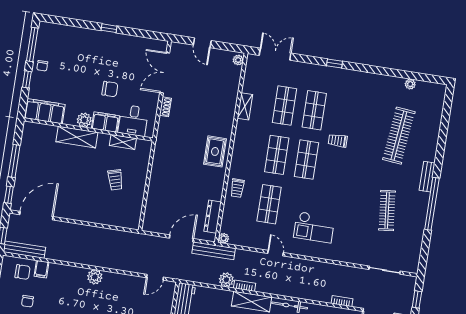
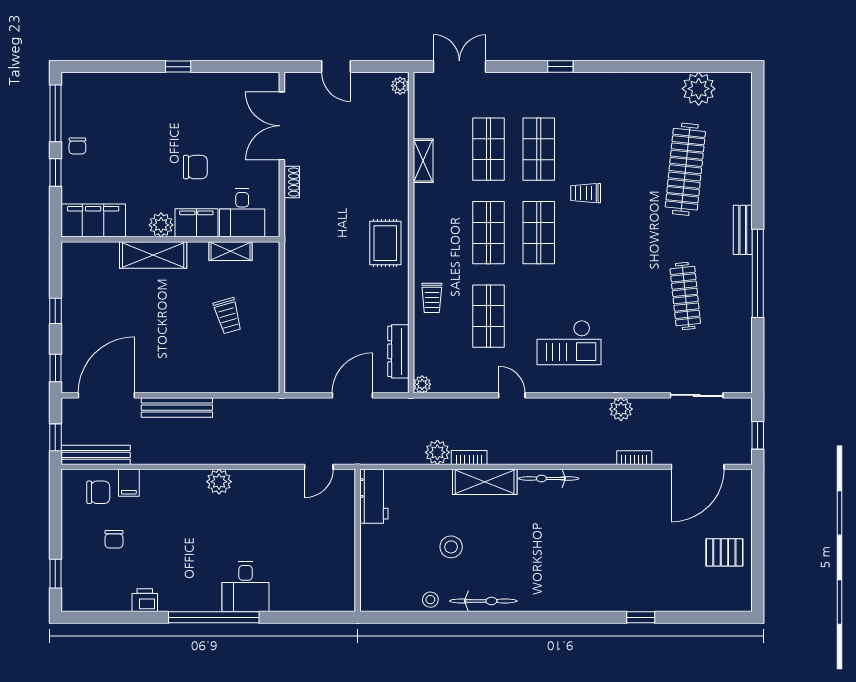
plant: (410, 84) -> (699, 89), width x1.88, depth x1.88
window: (14, 161) -> (55, 311), width x0.46
bench: (214, 251) -> (177, 408), moved
plant: (339, 271) -> (621, 409), added

